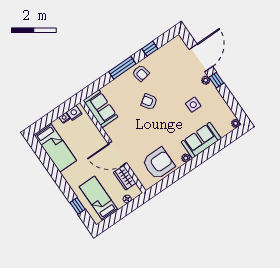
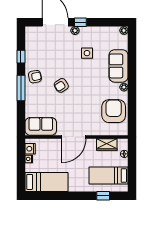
door: (118, 153) -> (74, 137), moved

